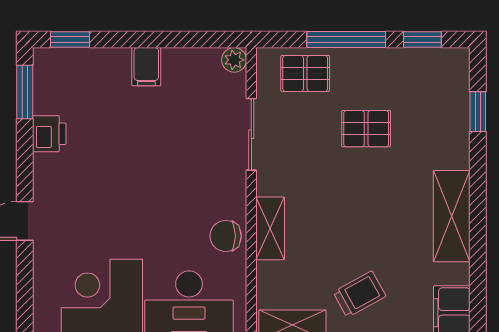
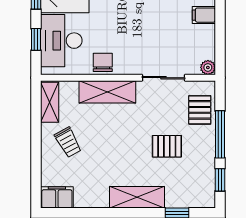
pallet: (366, 129) -> (167, 146), turned 90
shelving: (452, 216) -> (137, 197), moved
shelving: (270, 228) -> (107, 92), width x1.50, depth x1.33

